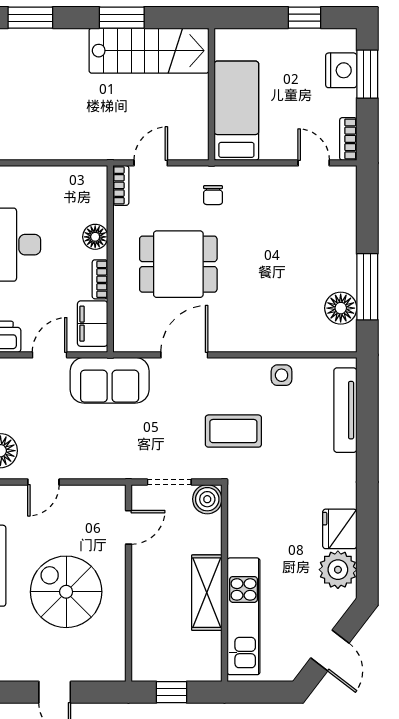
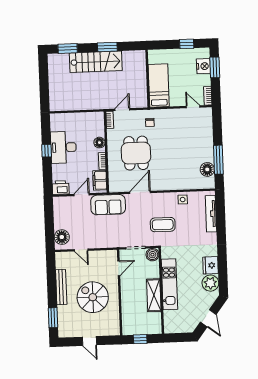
stairs: (149, 51) -> (96, 62), moved
dining table: (178, 264) -> (136, 153), turned 90
door: (43, 482) -> (81, 250), hinge flipped
kitchen unit: (244, 616) -> (169, 284), moved

